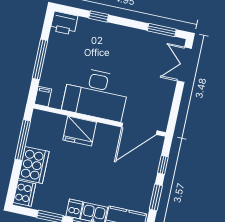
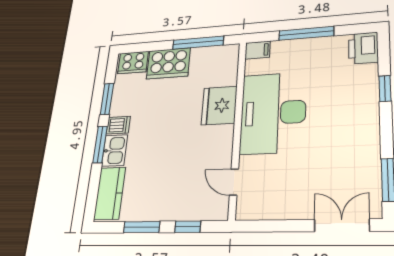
door: (139, 129) -> (234, 182), width x0.53

